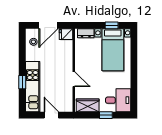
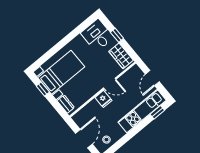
door: (48, 25) -> (84, 139), hinge flipped
fridge: (66, 34) -> (103, 99), moved
door: (74, 79) -> (110, 84), swing flipped
window: (22, 82) -> (157, 112), moved

